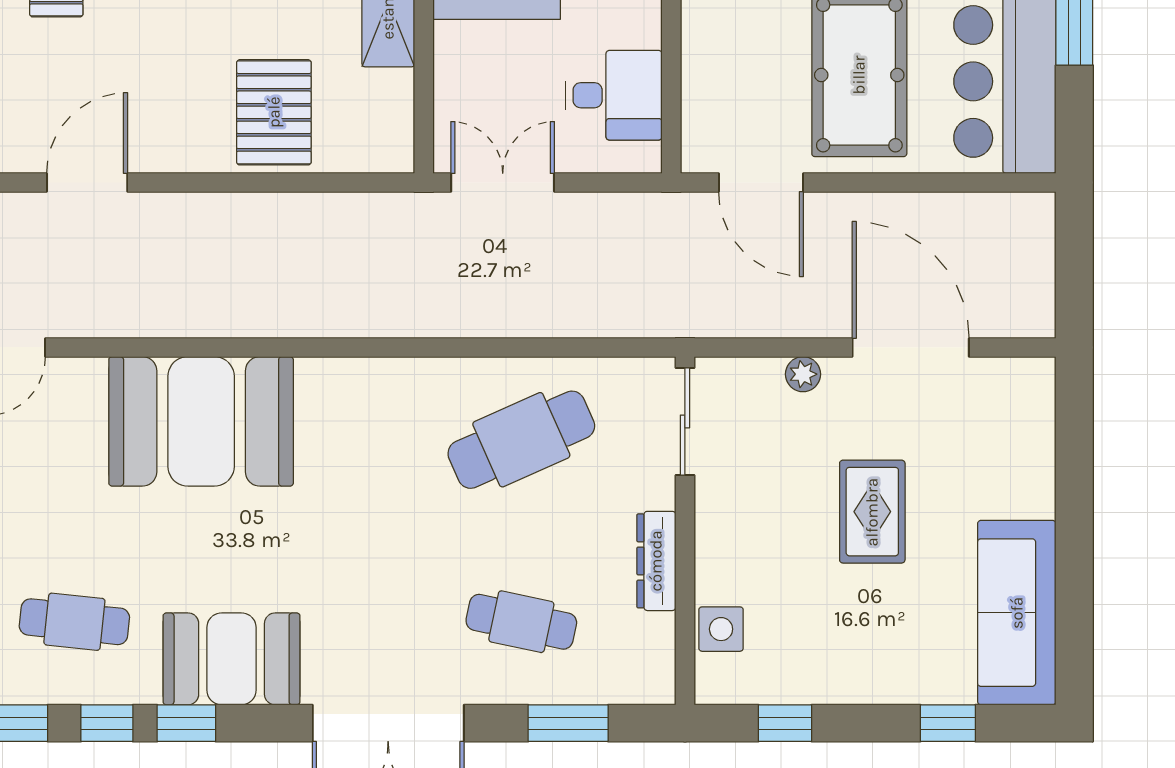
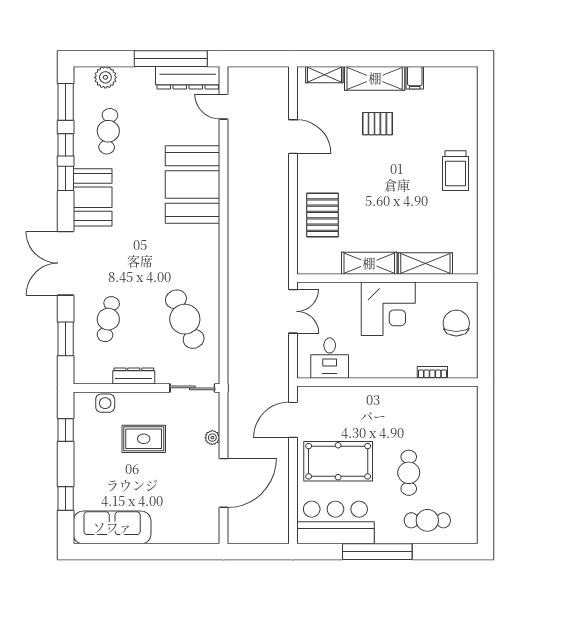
pallet: (274, 112) -> (322, 215), turned 90
rug: (872, 512) -> (144, 439), moved

